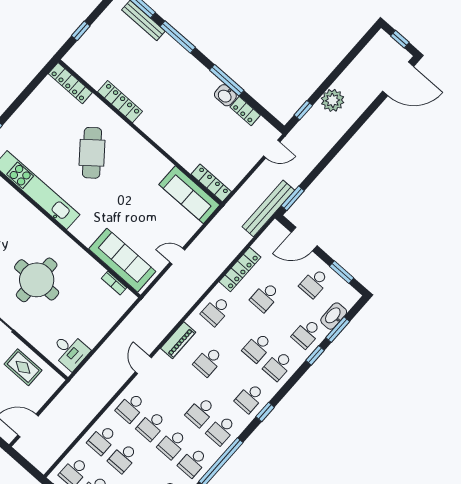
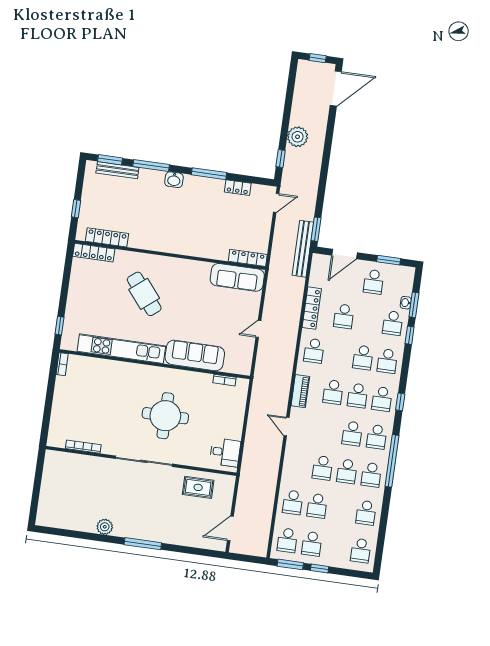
washbasin: (225, 95) -> (174, 180), moved
locker: (120, 102) -> (107, 237), moved
sofa: (122, 260) -> (195, 355), moved
washbasin: (334, 316) -> (406, 303), width x0.52, depth x0.69
school desk: (131, 407) -> (358, 395), moved

